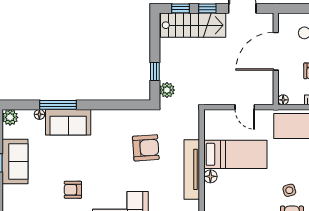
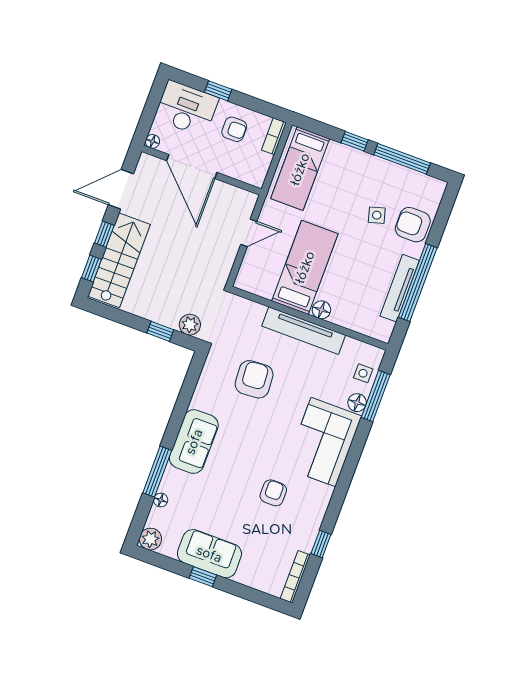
floor lamp: (283, 100) -> (152, 141), moved
sofa: (68, 122) -> (194, 442), moved
armchair: (73, 190) -> (273, 493), turned 180

